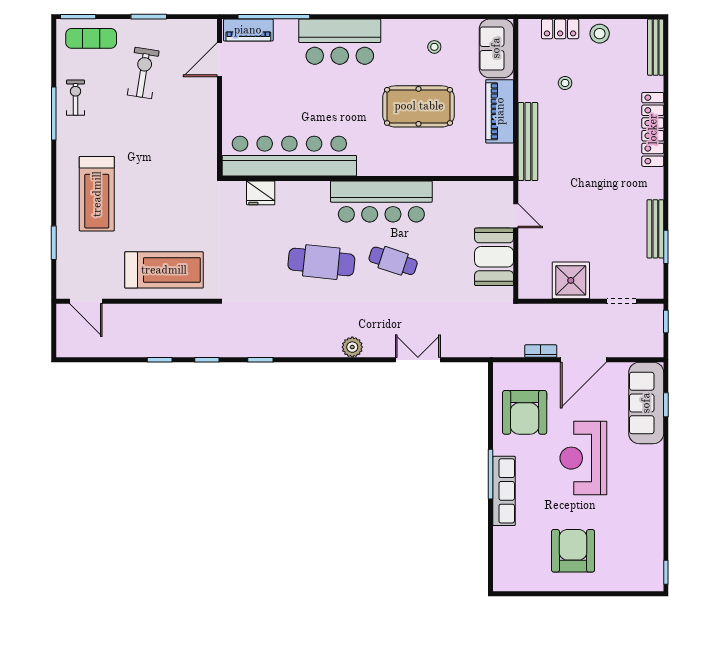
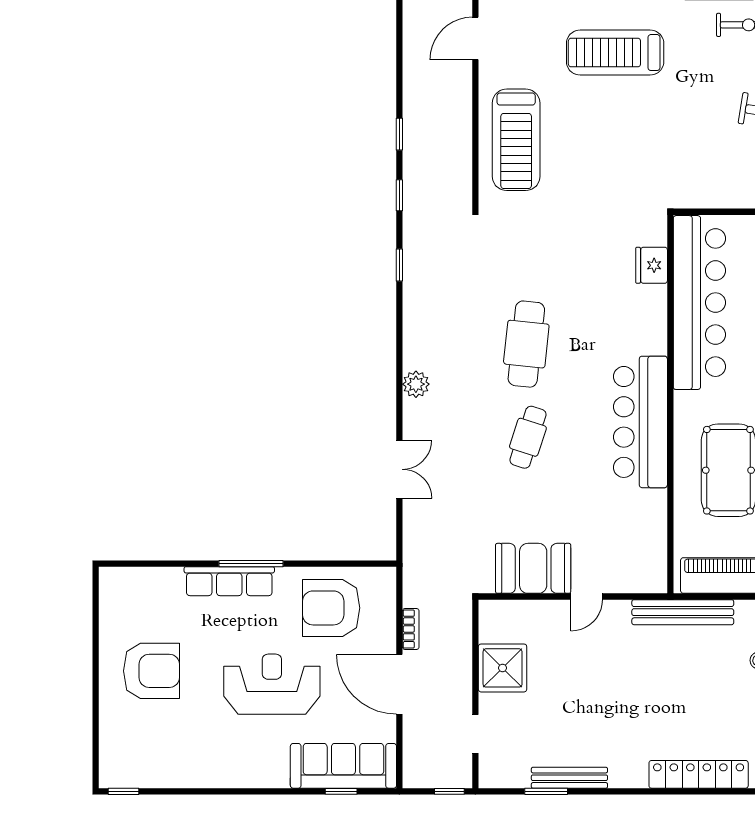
bar counter: (289, 156) -> (699, 303), moved
wall: (368, 178) -> (670, 404), moved
fridge: (261, 193) -> (652, 265), moved
bar counter: (381, 201) -> (640, 422), moved

